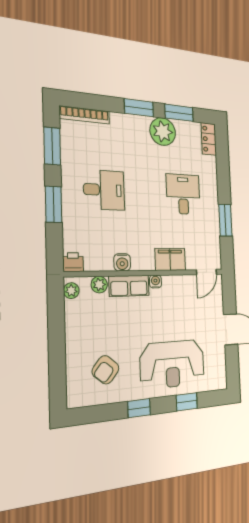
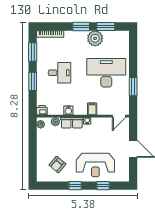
locker: (209, 139) -> (125, 40), removed
desk: (183, 194) -> (106, 73), width x1.87, depth x1.30
filing cabinet: (170, 259) -> (92, 109), width x0.50

